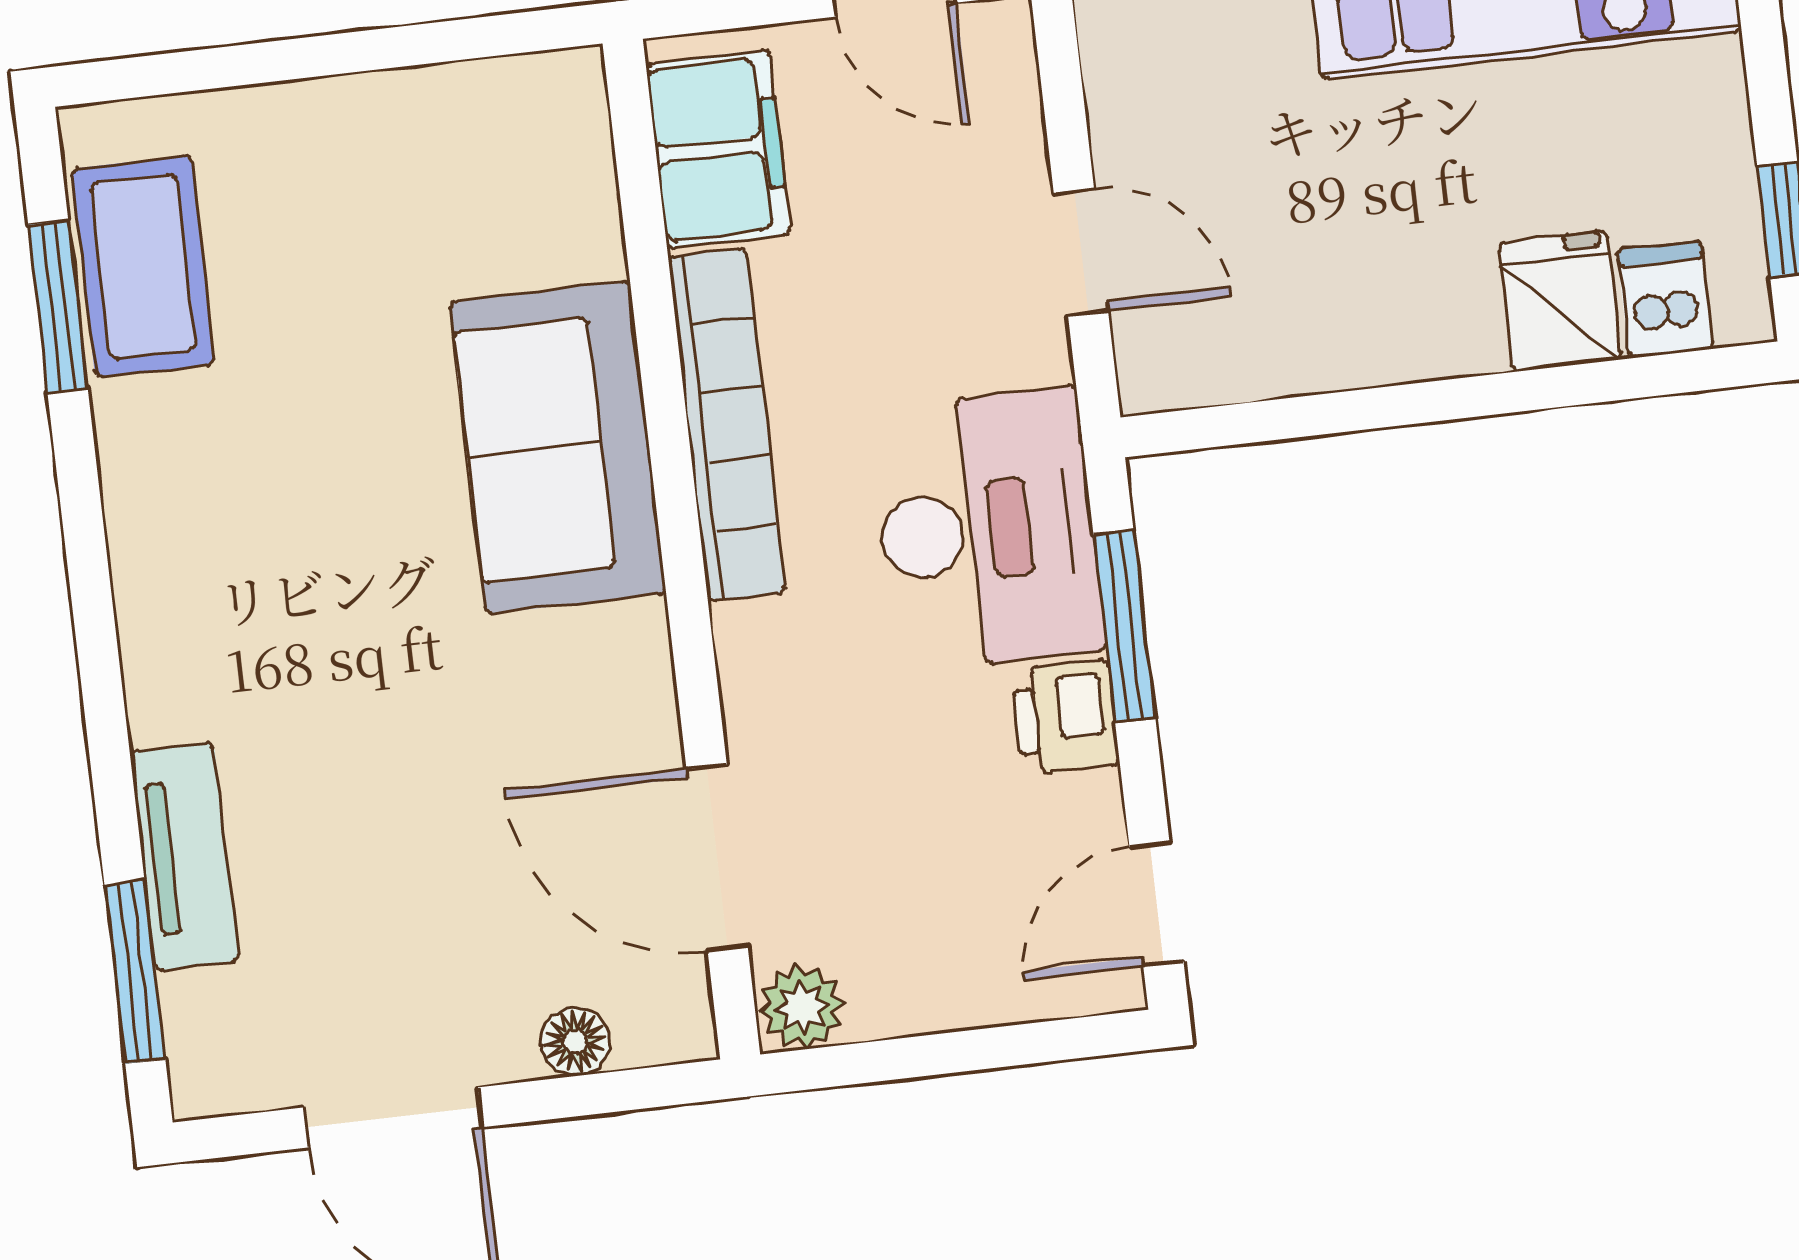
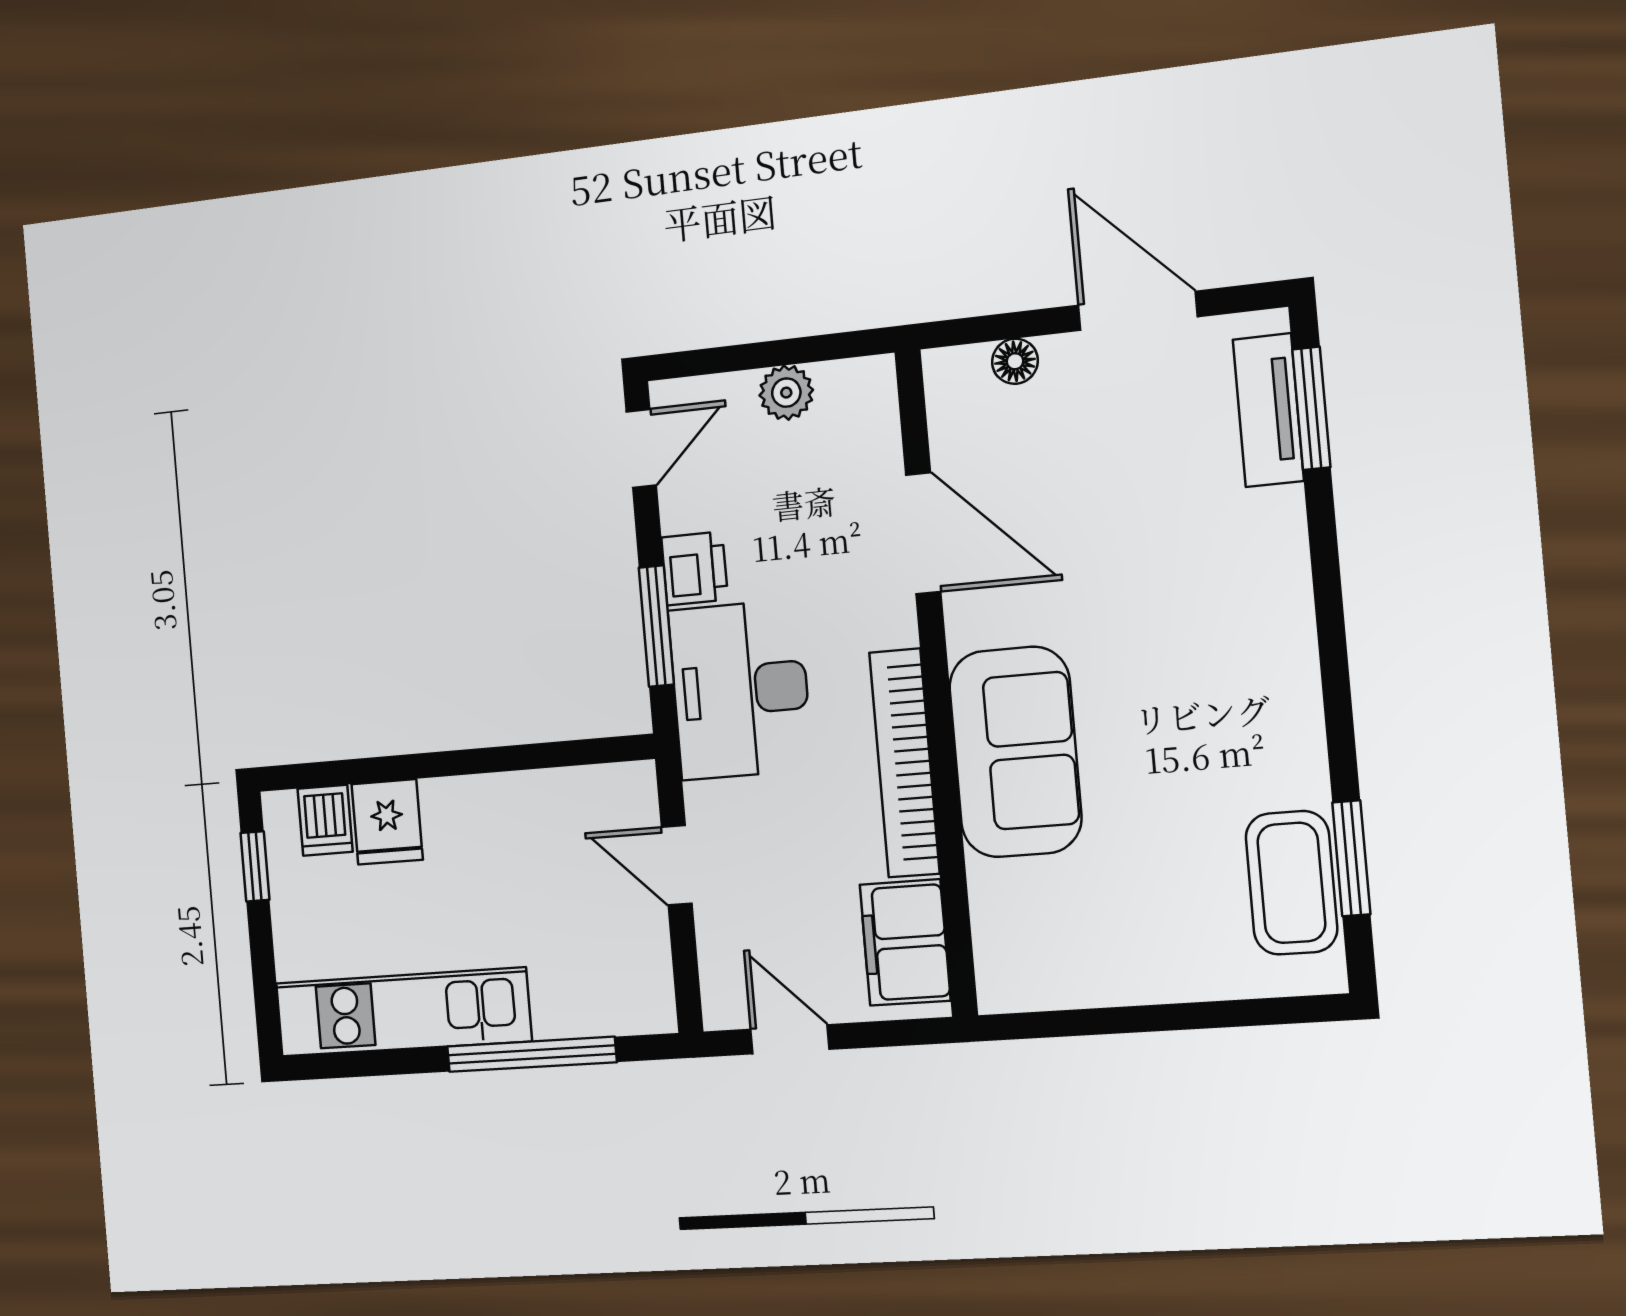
tv unit: (184, 856) -> (1268, 410), moved
door: (717, 858) -> (923, 533), moved
plant: (802, 1007) -> (786, 393), moved

